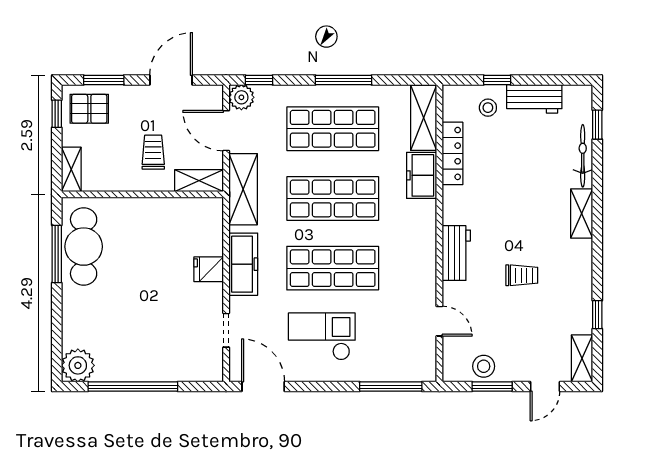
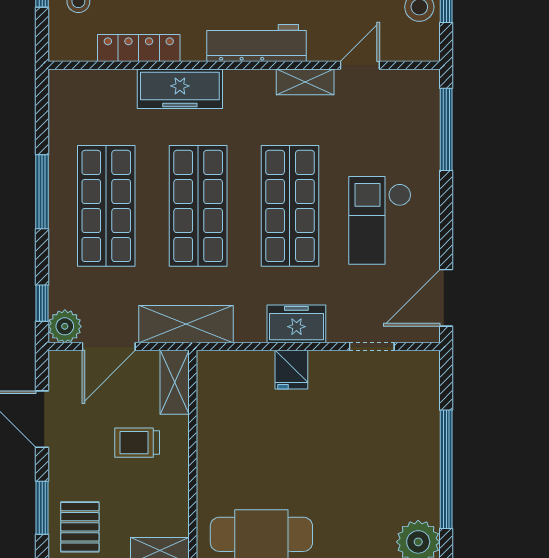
shelving: (424, 118) -> (305, 82), moved, width x0.67, depth x0.75
freezer: (422, 175) -> (180, 89), width x1.40
workbench: (456, 253) -> (257, 43), width x1.38
freezer: (243, 264) -> (296, 324), width x0.71

